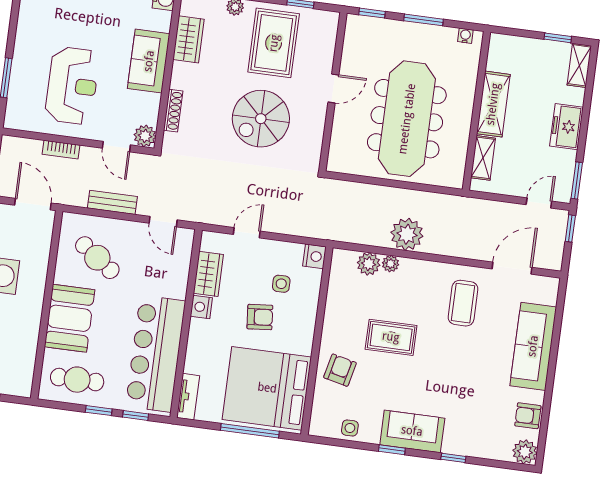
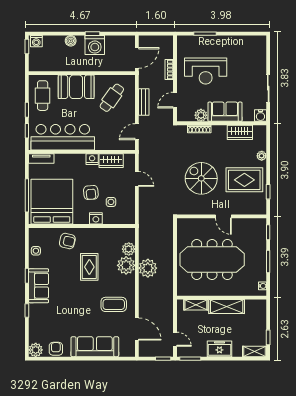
plant: (145, 136) -> (201, 115), moved
nightstand: (314, 256) -> (96, 218), moved
plant: (391, 264) -> (126, 265), width x1.87, depth x1.87

